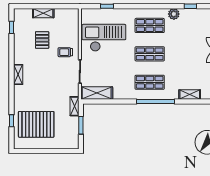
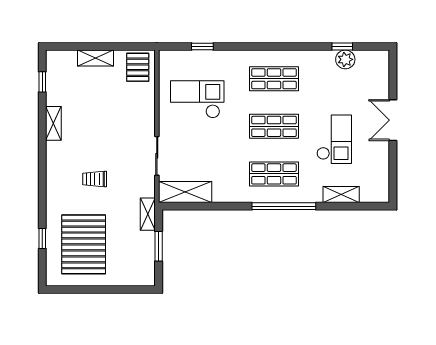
plant: (174, 14) -> (345, 59), moved
checkout: (104, 38) -> (197, 99), width x0.73, depth x0.83
pallet: (42, 40) -> (138, 67), moved
trolley: (65, 52) -> (95, 179), moved
checkout: (186, 62) -> (334, 139), added
shelving: (18, 75) -> (53, 123), moved
pallet: (36, 124) -> (84, 244), turned 90

